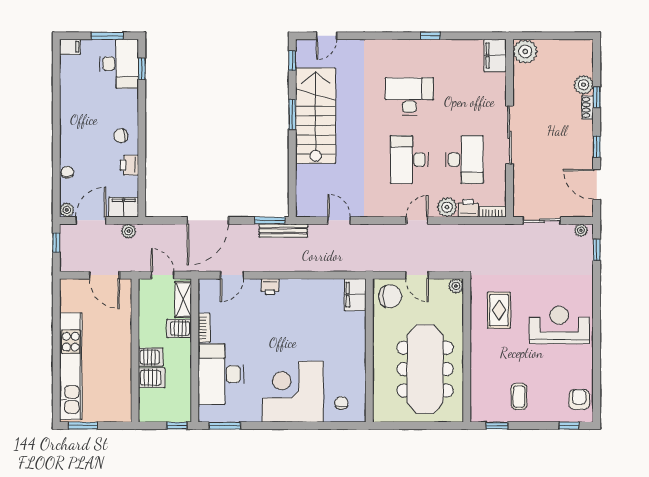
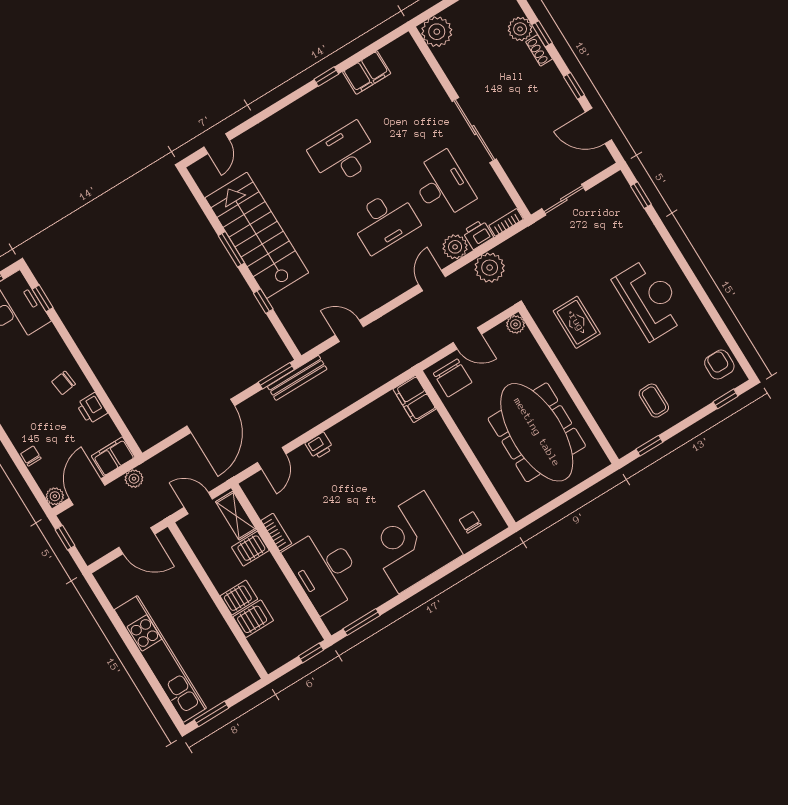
filing cabinet: (495, 55) -> (367, 73), moved, turned -90
window: (292, 61) -> (263, 301), moved
desk: (409, 160) -> (384, 221), turned -90
plant: (581, 230) -> (490, 268), moved, width x1.87, depth x1.87
chair: (390, 296) -> (453, 378), turned 90
reception desk: (559, 325) -> (650, 299), turned 90

